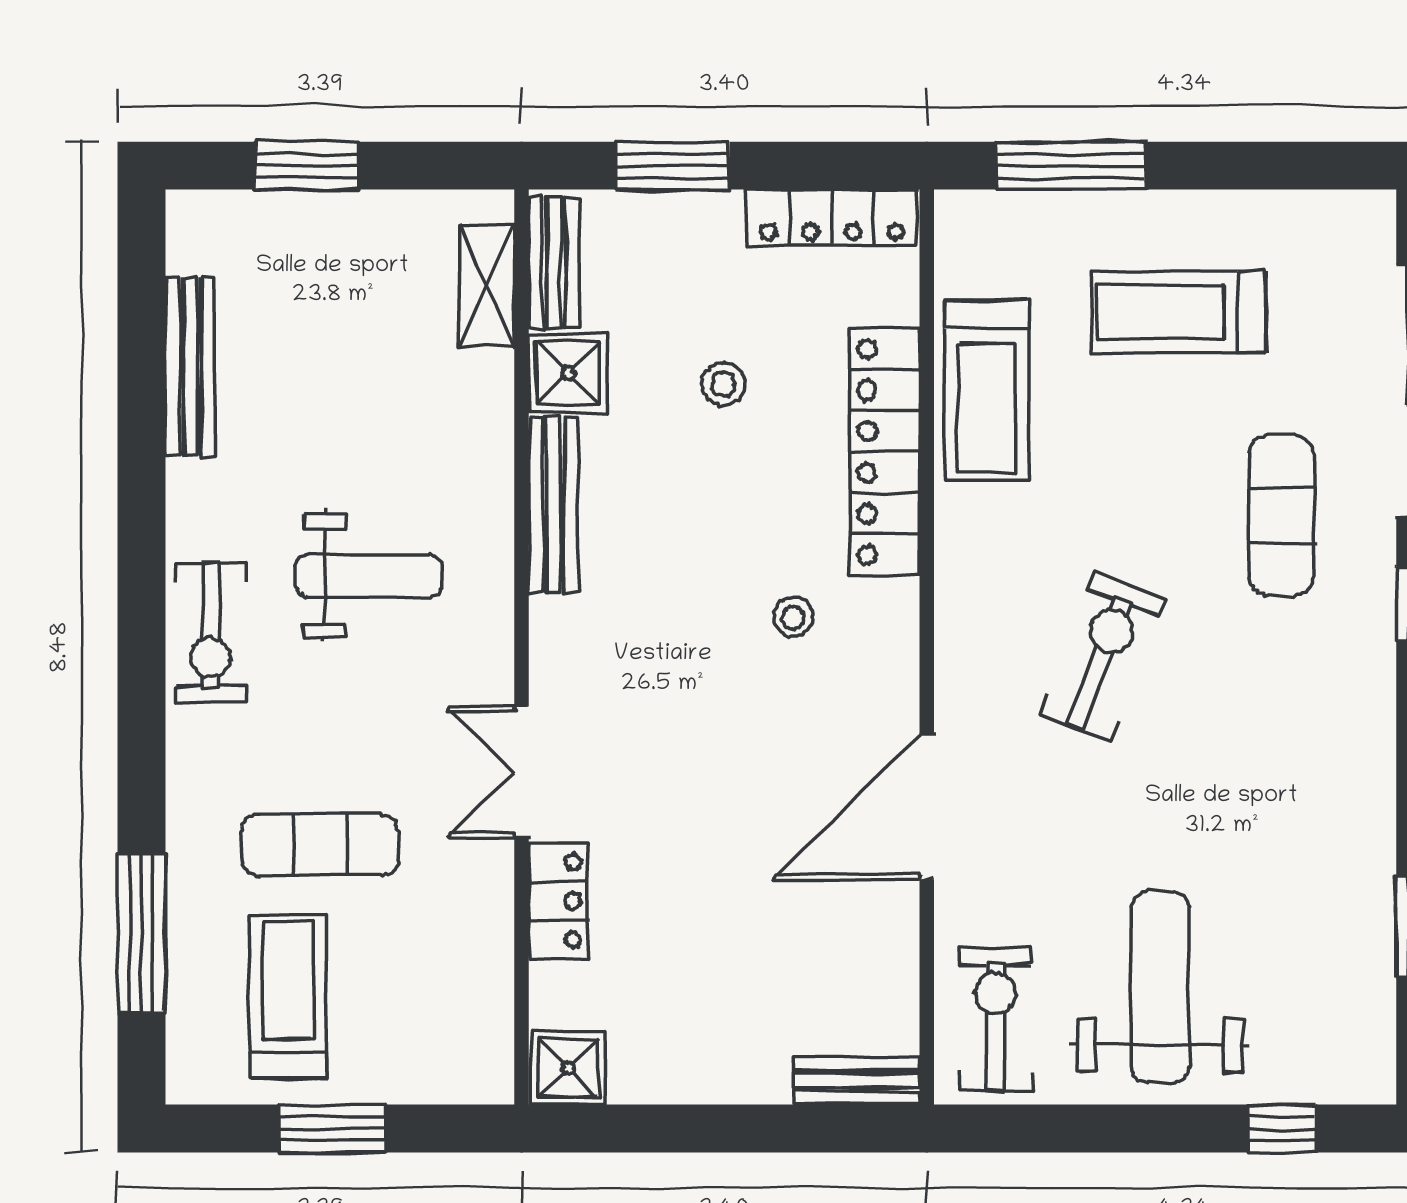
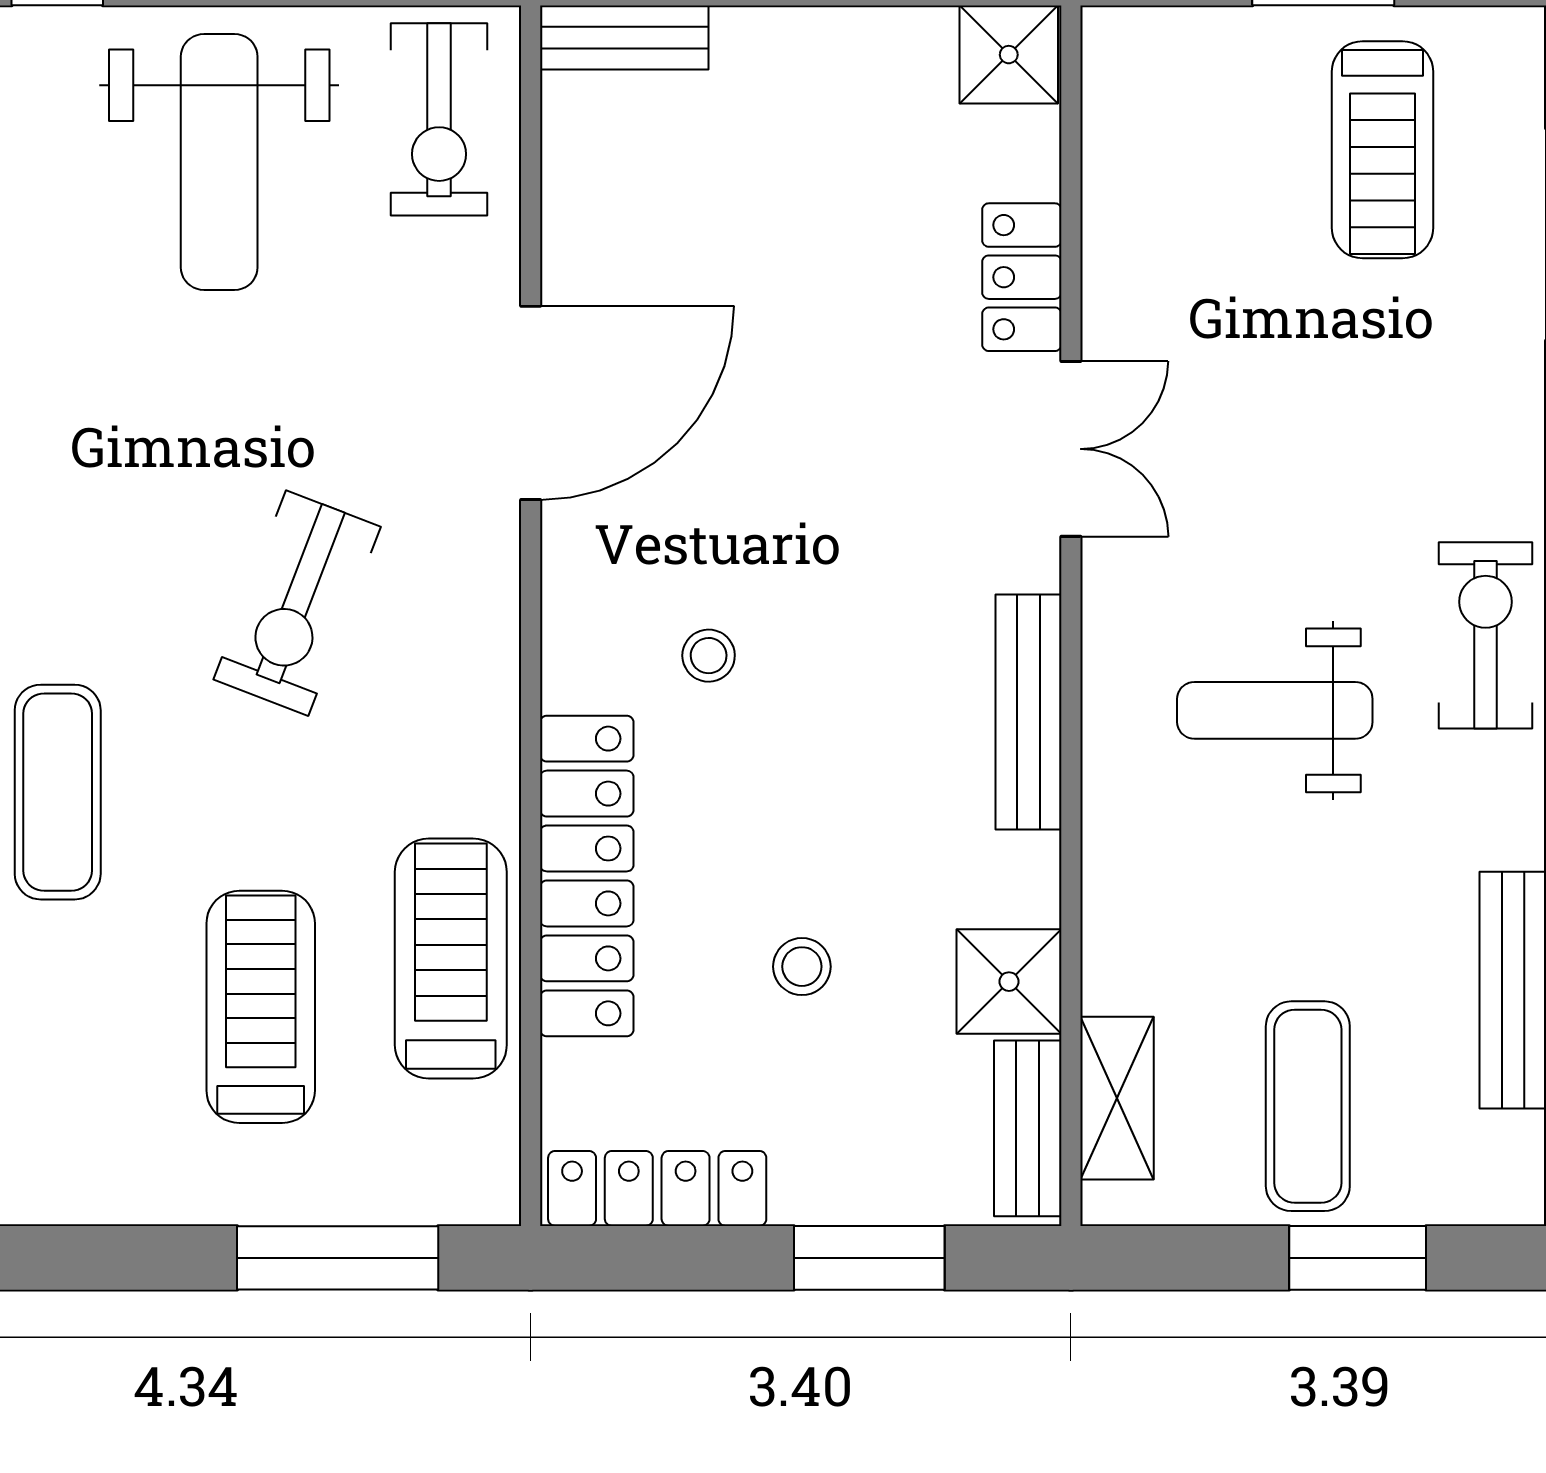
treadmill: (1178, 312) -> (261, 1007), moved, turned -90
bench: (553, 505) -> (1028, 712), moved
exercise mat: (320, 845) -> (1308, 1106), moved, turned 90

